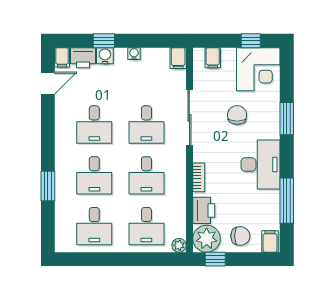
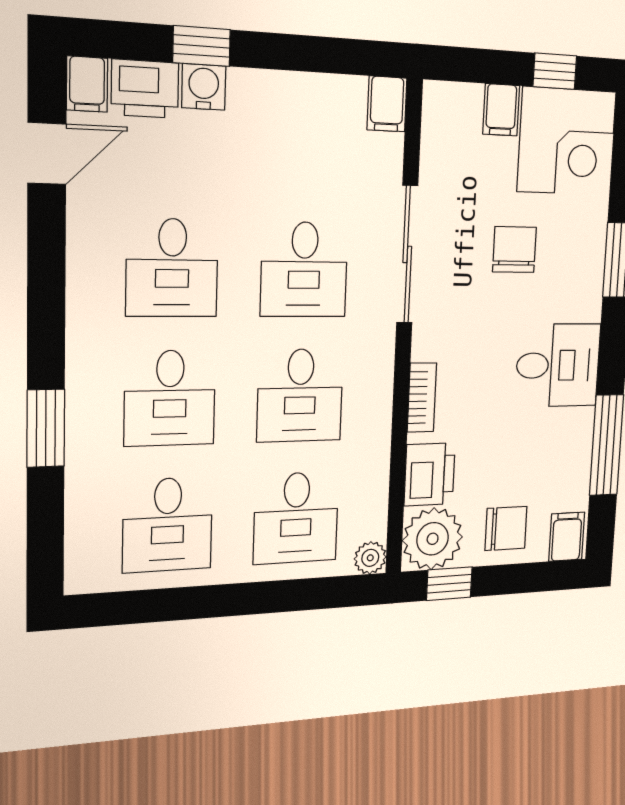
water cooler: (134, 54) -> (279, 86), removed
filing cabinet: (213, 58) -> (501, 110), moved
desk: (260, 165) -> (558, 365), width x0.73

